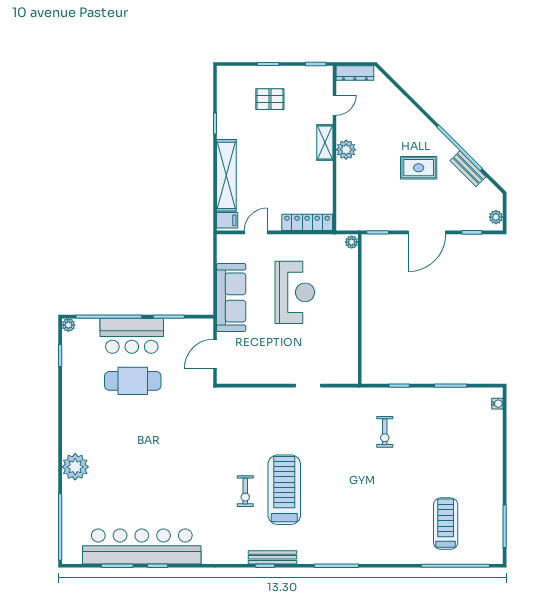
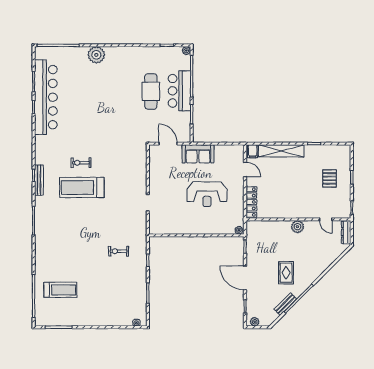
shelving: (325, 142) -> (302, 213), removed
sofa: (231, 298) -> (198, 154), width x0.73
treadmill: (284, 490) -> (82, 188), turned 180

